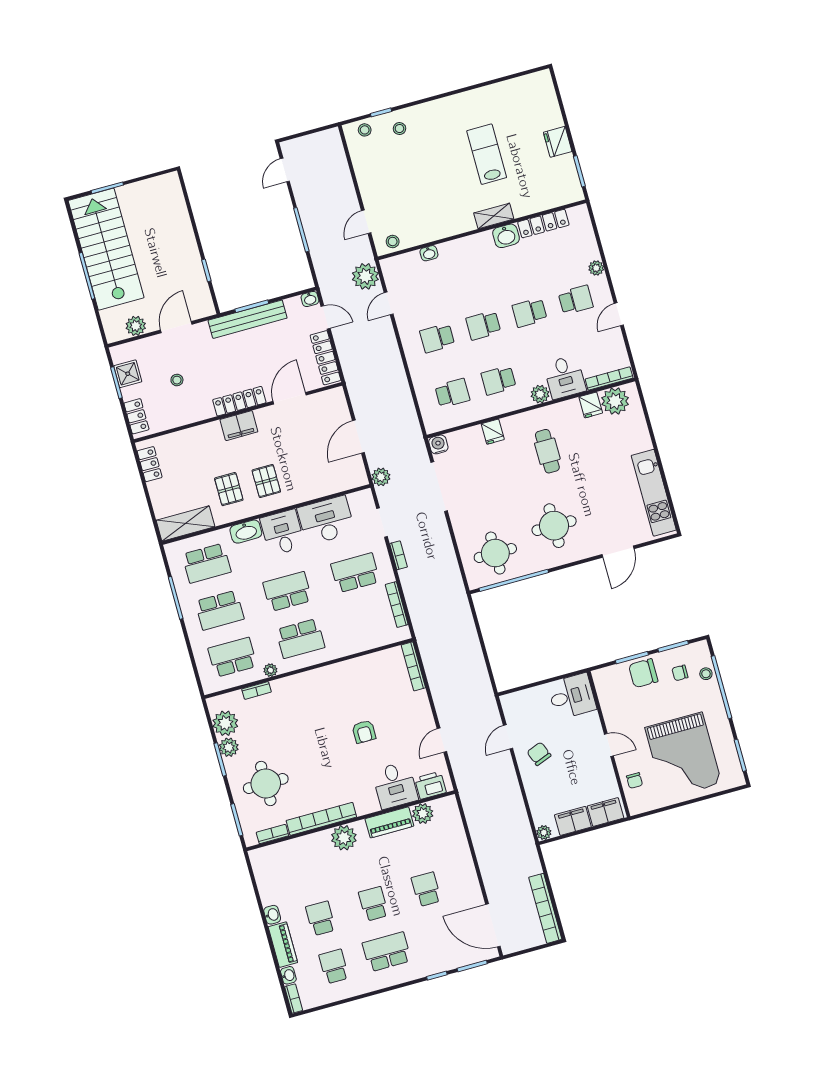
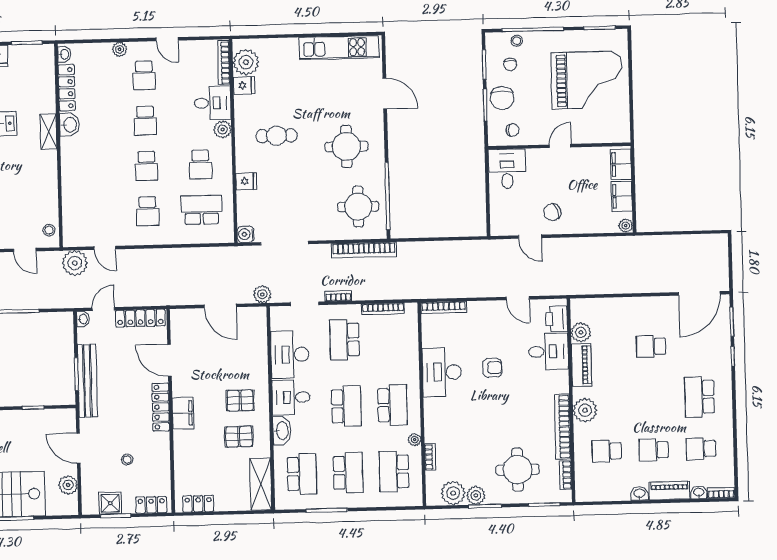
washbasin: (429, 253) -> (64, 54), moved
school desk: (576, 300) -> (144, 75), turned 180
school desk: (452, 393) -> (202, 210), width x1.85
school desk: (287, 592) -> (346, 406), turned 180
desk: (347, 681) -> (442, 372), added
chair: (635, 781) -> (512, 130), moved
school desk: (373, 904) -> (607, 451), moved
bookcase: (545, 908) -> (364, 250), moved

